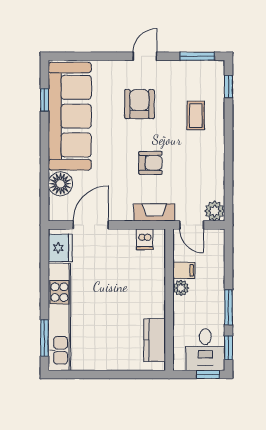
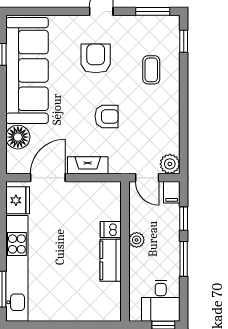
fireplace: (154, 212) -> (88, 165), moved
dishwasher: (145, 239) -> (111, 230), moved, turned 90
filing cabinet: (184, 270) -> (172, 192), moved, turned 90
kitchen counter: (155, 340) -> (111, 260), moved
window: (229, 348) -> (184, 219), moved

